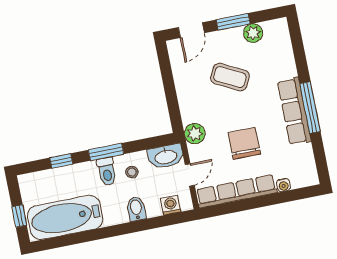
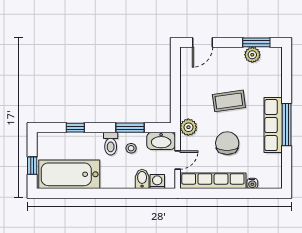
window: (233, 22) -> (256, 42), moved
coffee table: (230, 77) -> (229, 101), moved, turned -35
window: (106, 152) -> (130, 128), moved
bidet: (136, 209) -> (142, 179), moved

